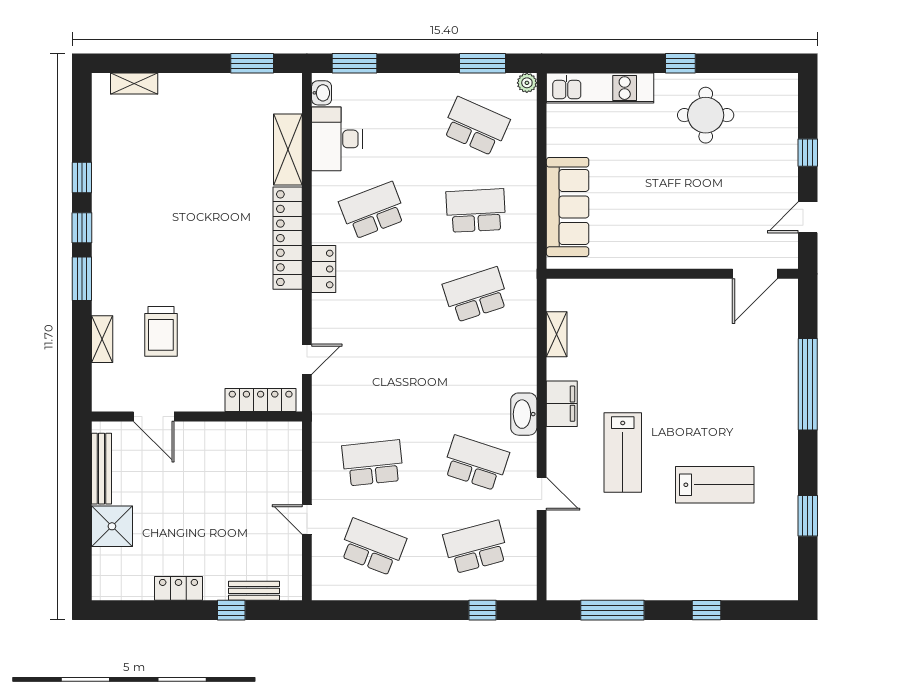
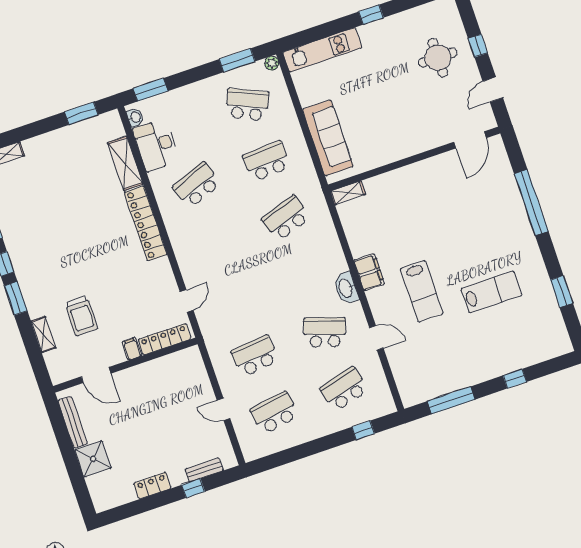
round table: (706, 115) -> (438, 58), moved
locker: (324, 269) -> (177, 236), removed
shelving: (557, 334) -> (348, 193), moved, turned 90
filing cabinet: (213, 398) -> (132, 349), added
school desk: (373, 547) -> (274, 413), turned -30

